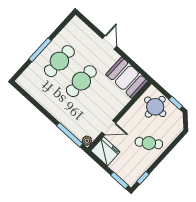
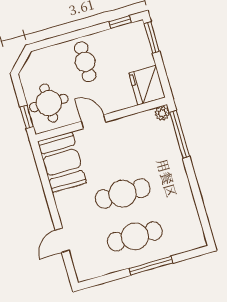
door: (109, 42) -> (62, 240), moved
window: (176, 103) -> (27, 117), moved
door: (109, 128) -> (94, 122), moved
cafe table: (149, 143) -> (85, 62), turned 35

